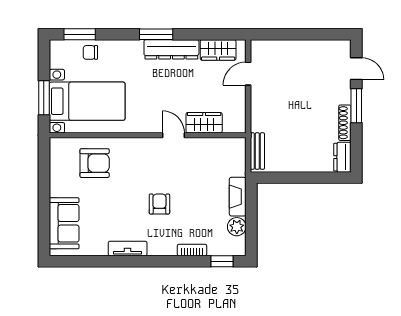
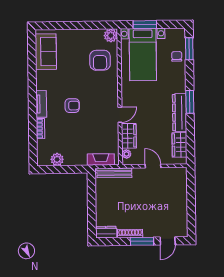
door: (248, 74) -> (153, 166), moved
plant: (230, 126) -> (126, 154), added
plant: (59, 147) -> (111, 35), added
bench: (257, 151) -> (114, 173), width x1.36
fireplace: (238, 197) -> (101, 159), moved
sofa: (64, 223) -> (46, 52), moved, turned -90
tv unit: (128, 248) -> (41, 104), moved
window: (222, 261) -> (33, 149), removed

